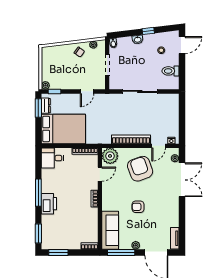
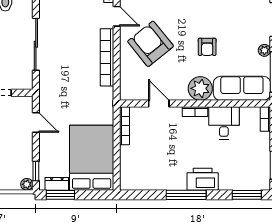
plant: (110, 156) -> (200, 88), moved
desk: (52, 158) -> (224, 123), moved, turned 180
armchair: (140, 169) -> (151, 44), turned 71

